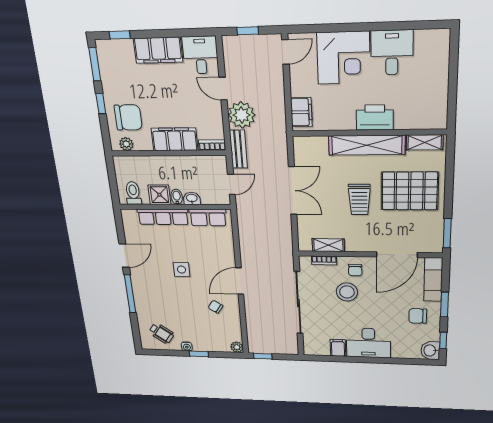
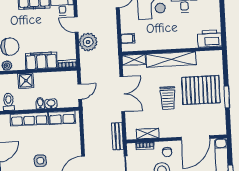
filing cabinet: (301, 112) -> (128, 39), width x0.50
printer: (375, 117) -> (210, 39), moved
shelving: (425, 142) -> (134, 60), moved
bench: (238, 149) -> (118, 136), moved
shower: (159, 195) -> (26, 81), moved
window: (447, 233) -> (227, 97), moved

